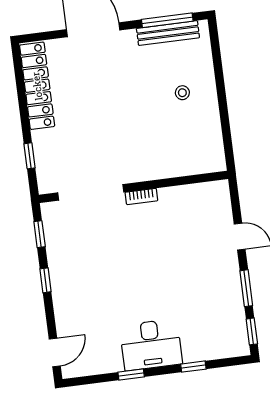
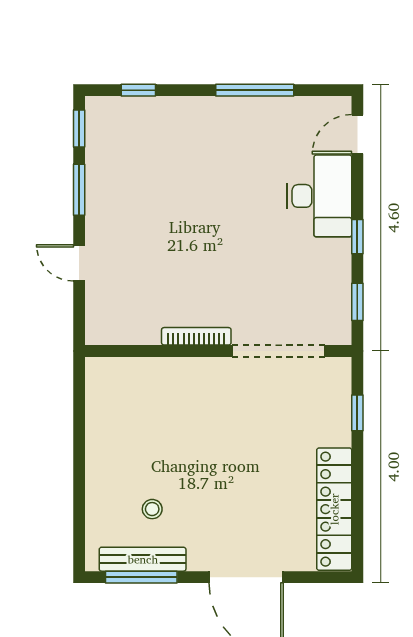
stool: (182, 93) -> (152, 509), moved
bookcase: (141, 196) -> (196, 336), width x1.56
desk: (151, 345) -> (319, 196), moved, turned 90
window: (193, 367) -> (138, 90), moved
window: (131, 375) -> (255, 90), width x2.17

